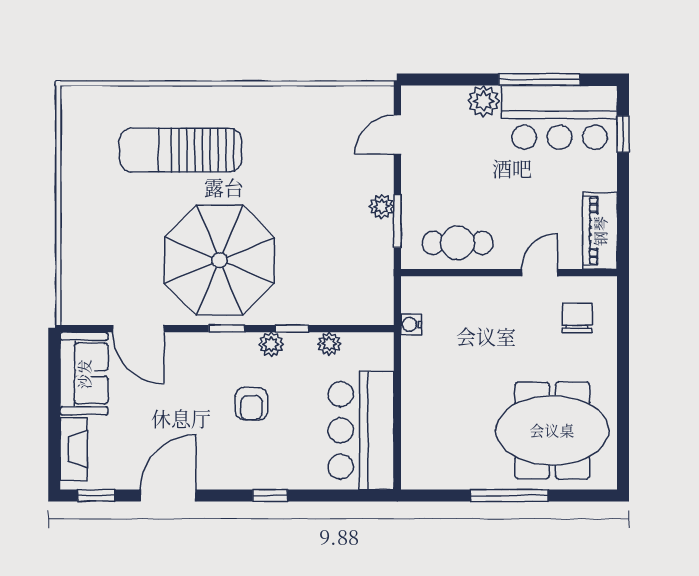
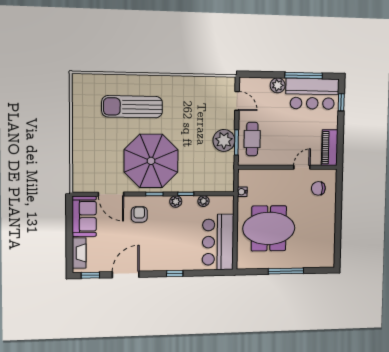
door: (397, 135) -> (237, 101), swing flipped
plant: (382, 206) -> (224, 140), width x1.88, depth x1.88
cafe table: (458, 243) -> (252, 139), moved, turned 90
chair: (577, 318) -> (318, 188), turned -90
armchair: (251, 404) -> (139, 214), moved, turned 180
meeting table: (552, 430) -> (269, 228), moved

